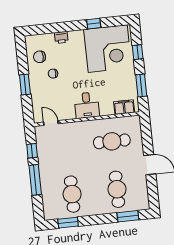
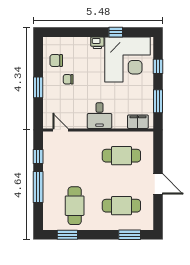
printer: (61, 37) -> (97, 43), moved
cafe table: (117, 189) -> (121, 206), turned 90

